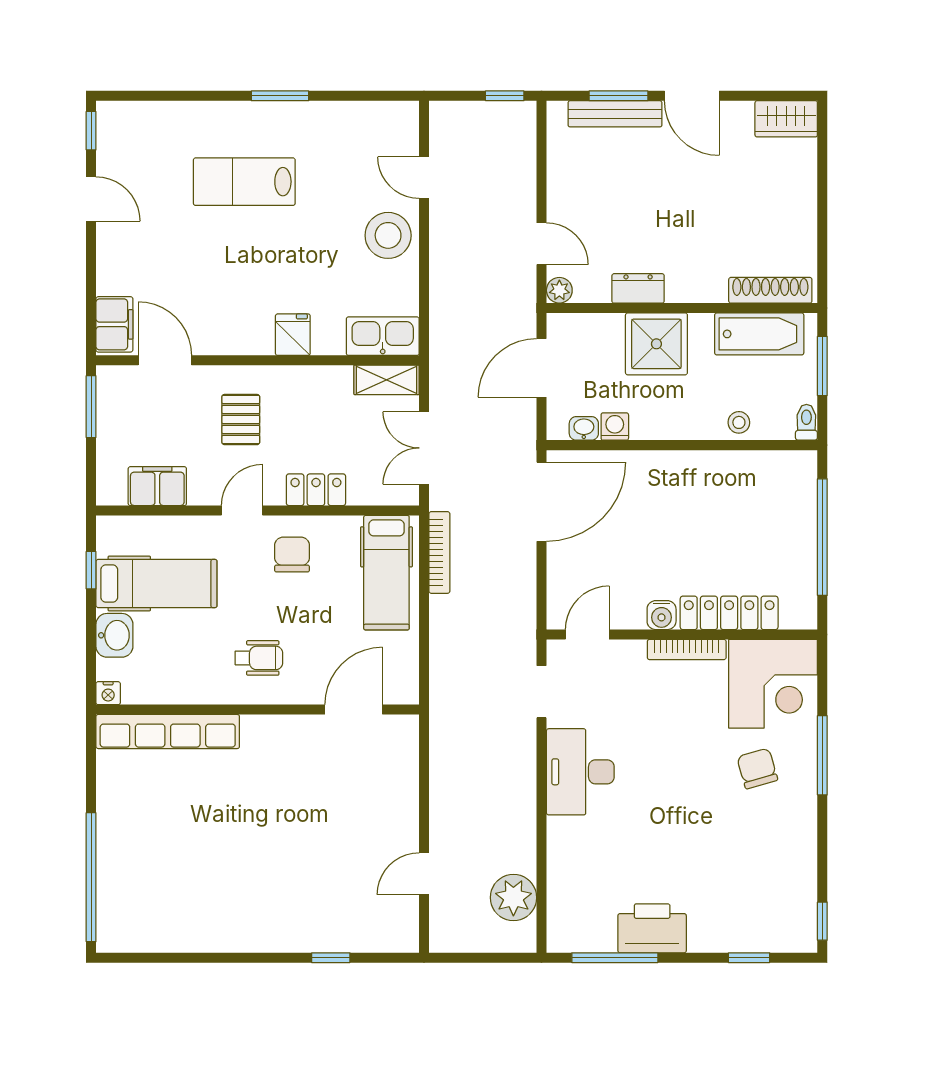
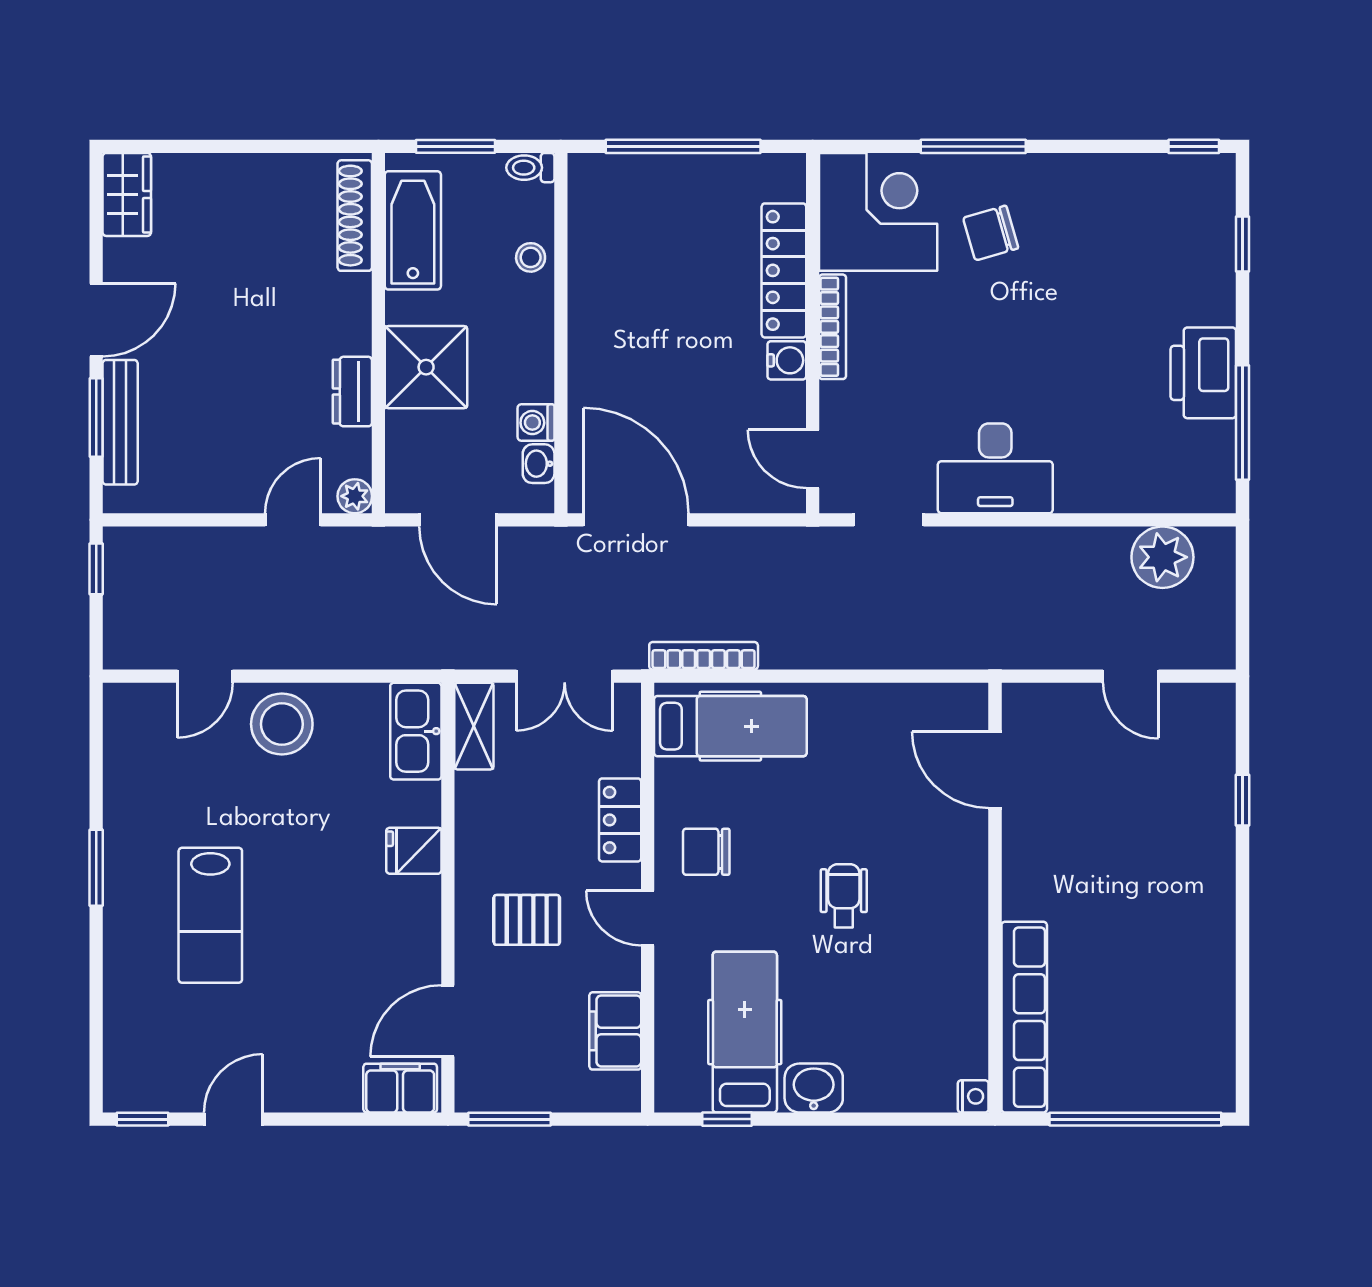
nightstand: (108, 693) -> (973, 1096), moved
wall: (258, 710) -> (995, 898), moved
door: (354, 710) -> (995, 770), moved
row of seats: (168, 732) -> (1024, 1017), moved

